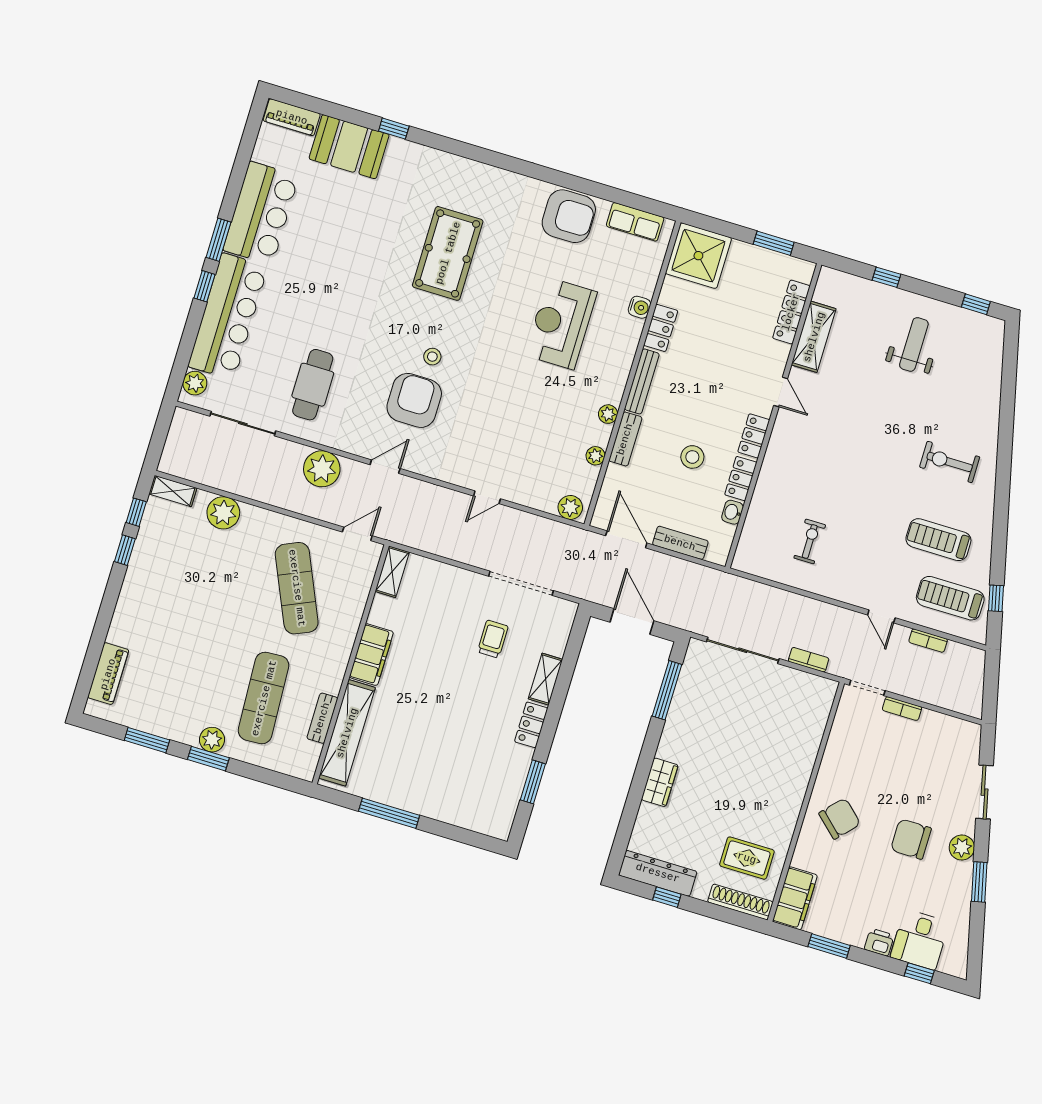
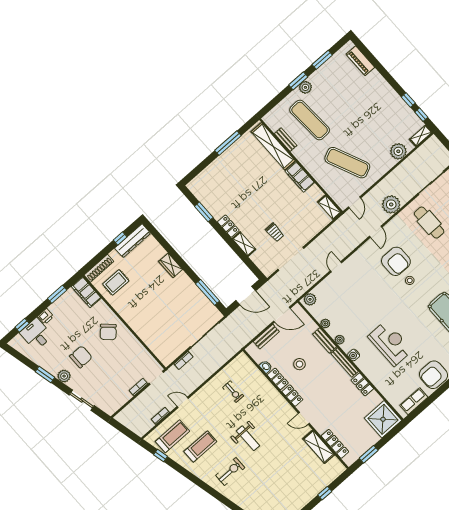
water cooler: (640, 307) -> (354, 355), moved
weight bench: (914, 344) -> (248, 438), moved

